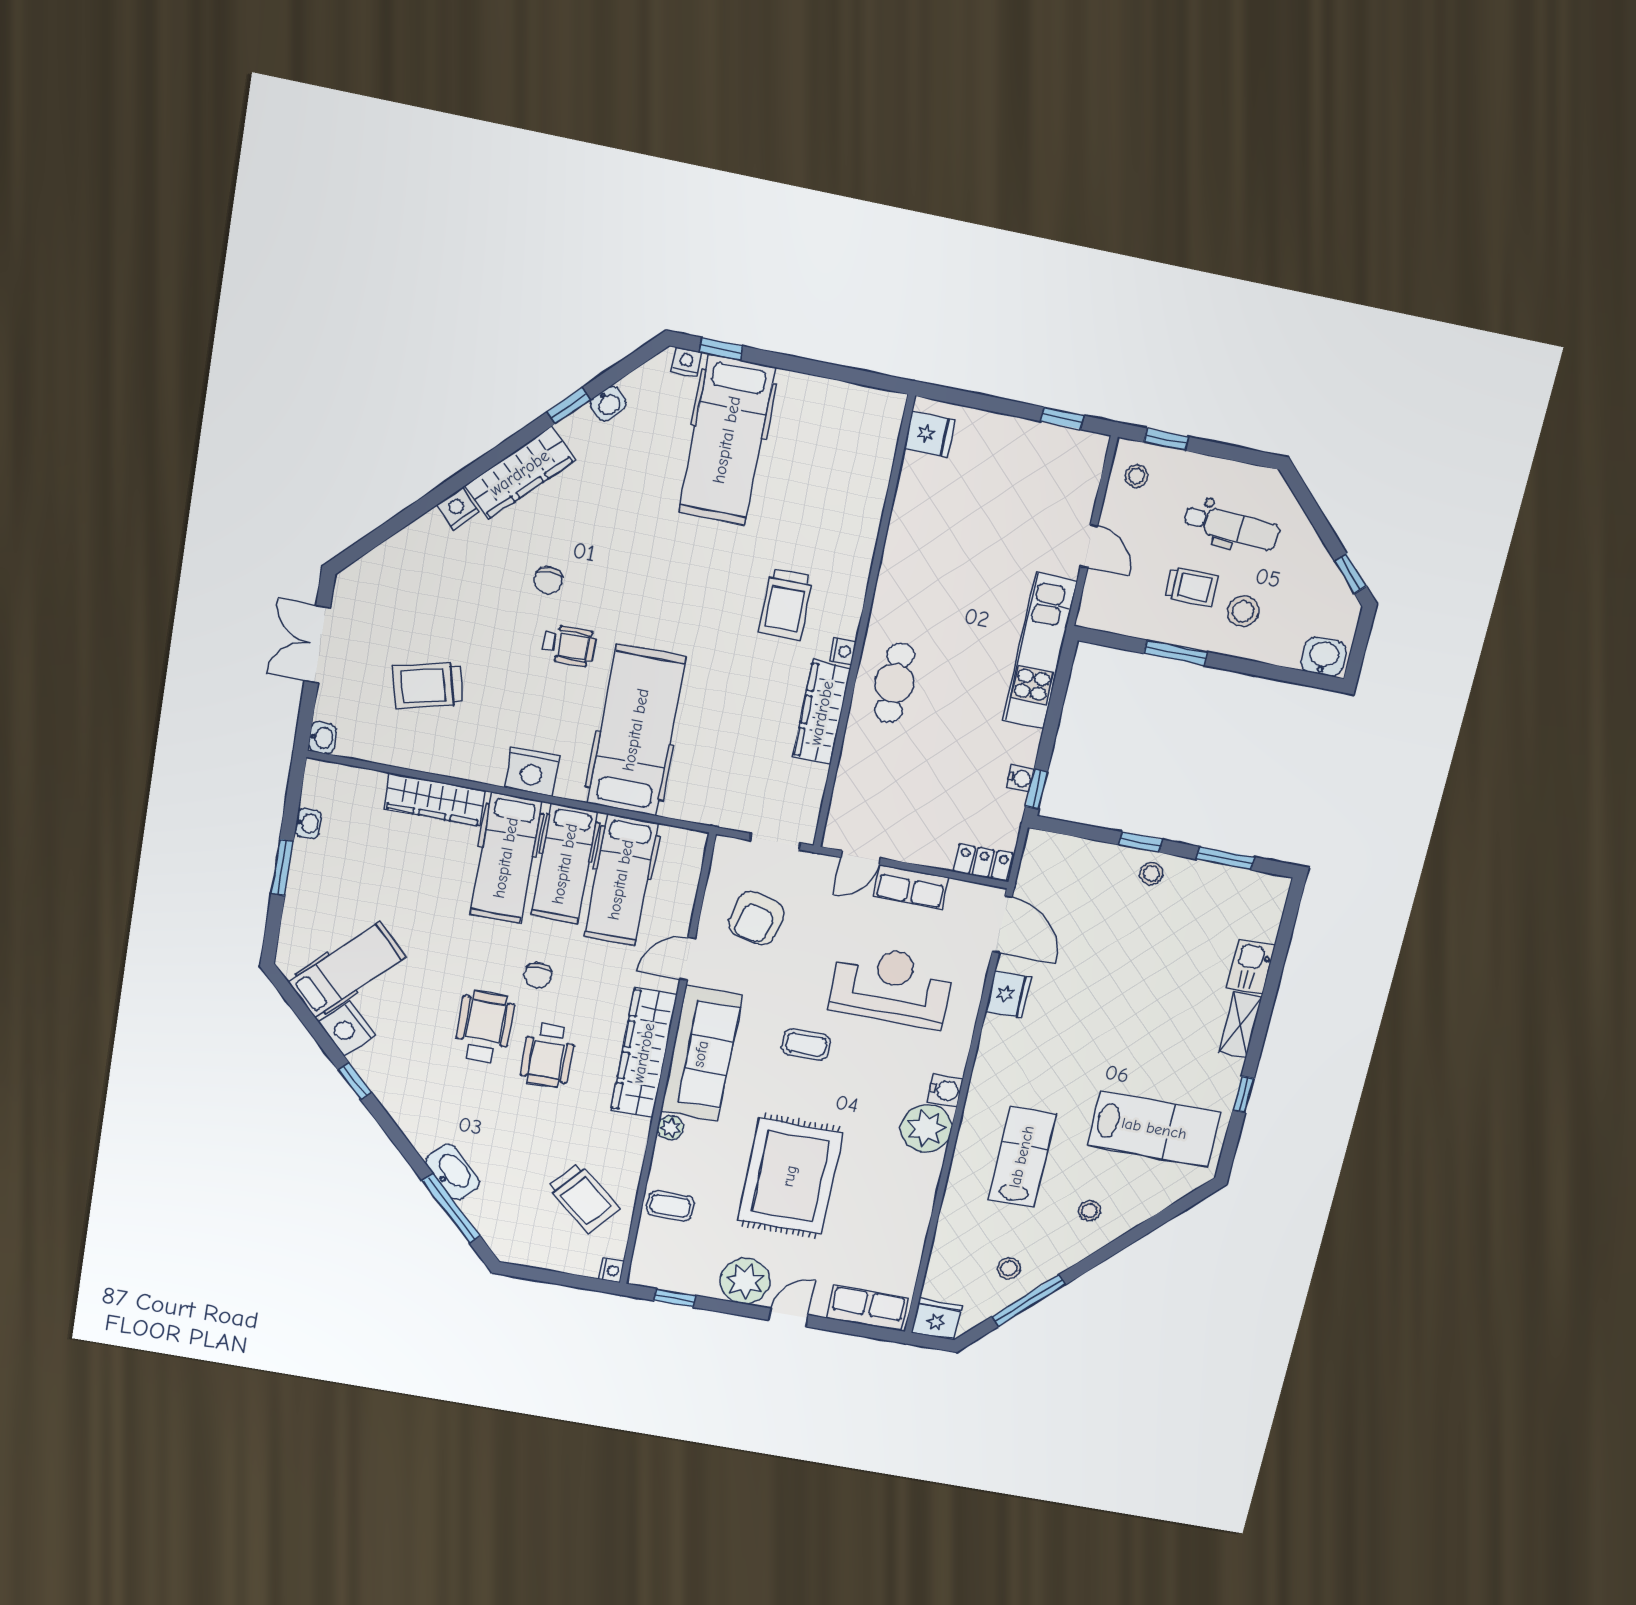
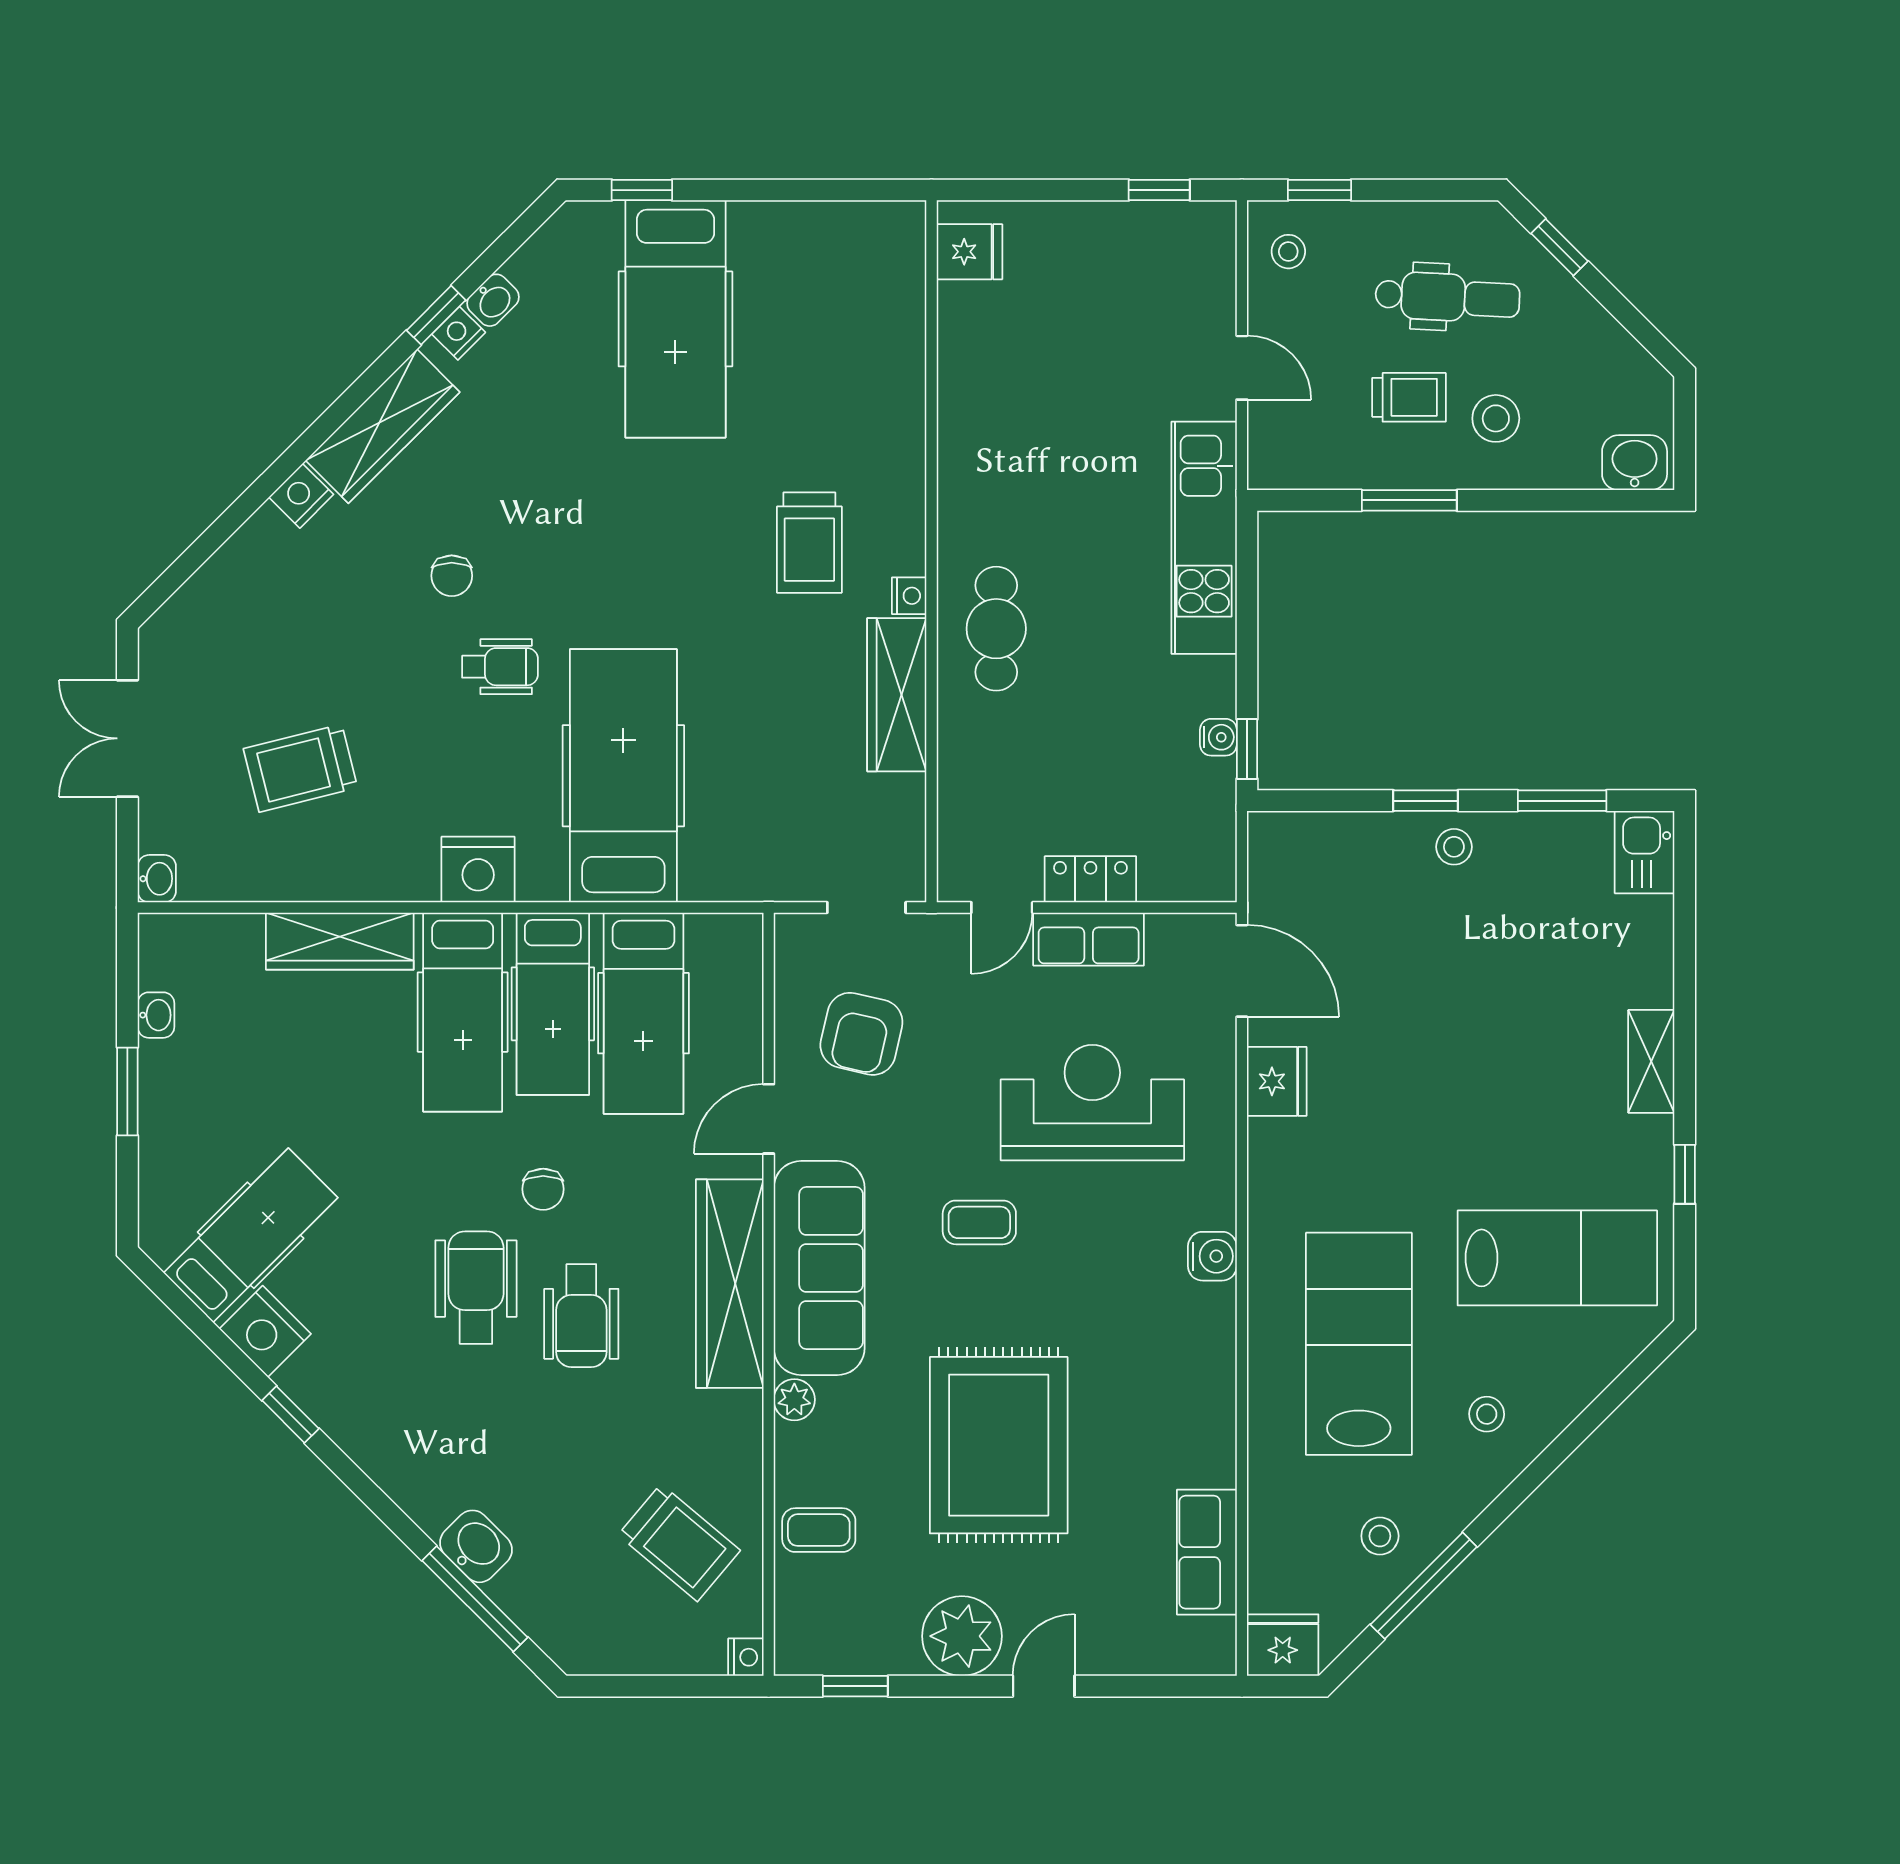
nightstand: (686, 362) -> (459, 333), moved, turned -45
window: (1350, 573) -> (1560, 247), moved
locker: (983, 863) -> (1090, 879), moved
kitchen sink: (1251, 967) -> (1645, 852), moved
plant: (926, 1128) -> (1196, 1325), removed
lab bench: (1022, 1157) -> (1359, 1344), width x1.36, depth x1.39
washbasin: (453, 1172) -> (476, 1546), width x0.72
row of seats: (868, 1308) -> (1207, 1552), moved, turned -90

